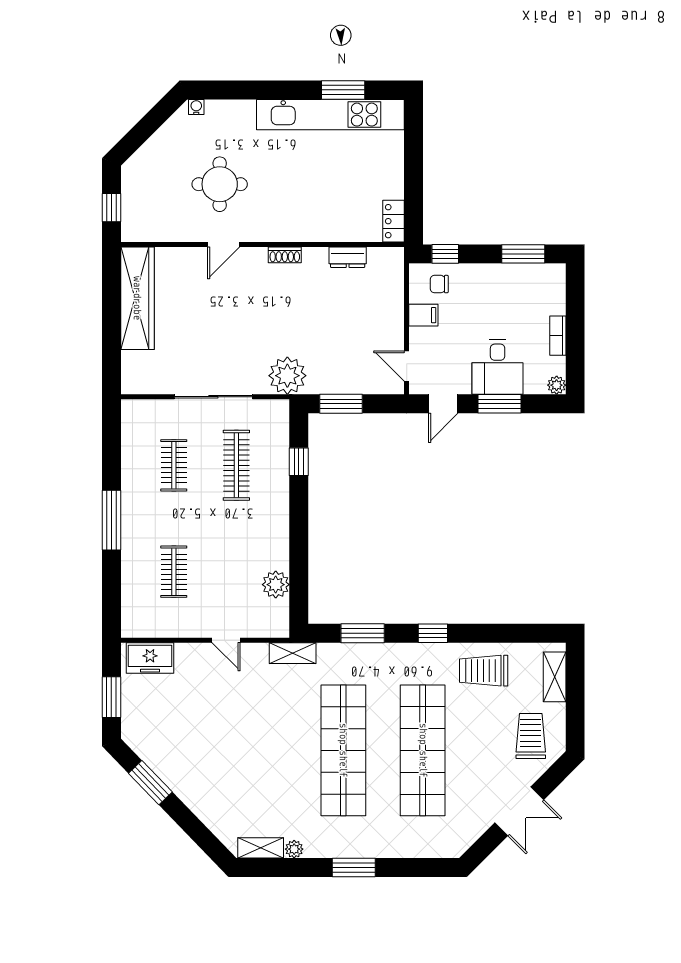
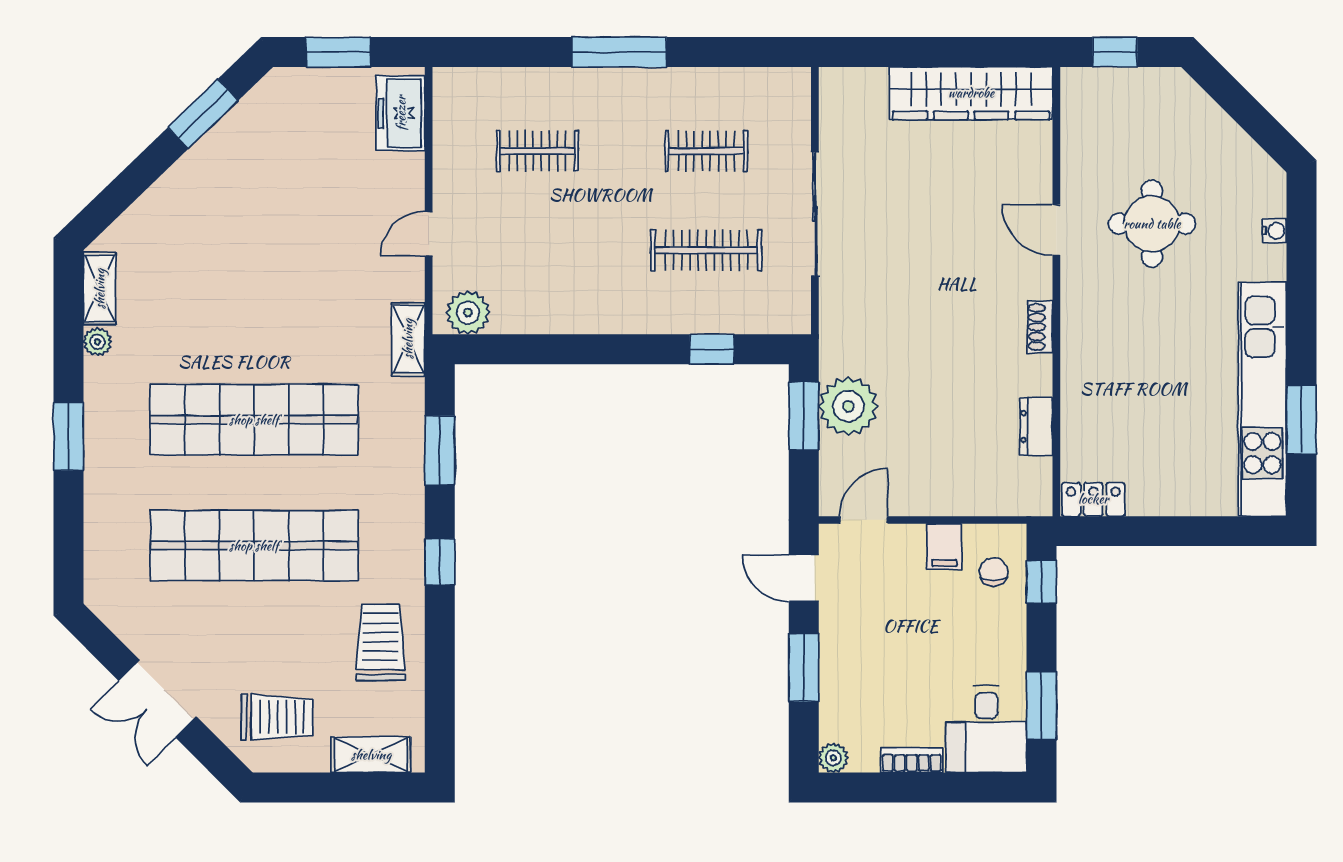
water cooler: (196, 107) -> (1275, 231), moved
desk: (498, 367) -> (986, 729), moved, turned -90
plant: (287, 376) -> (848, 406), moved
plant: (276, 585) -> (468, 313), moved

